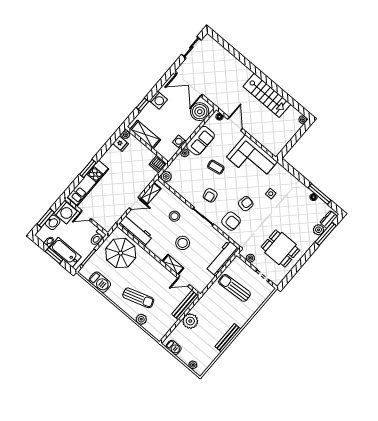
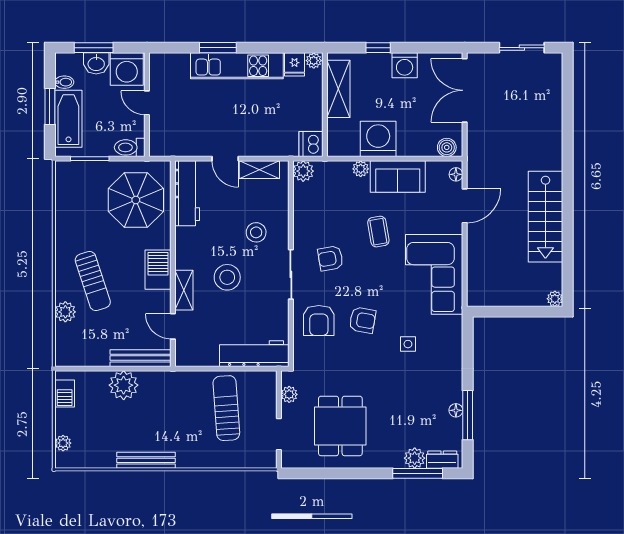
boiler: (200, 112) -> (447, 147), width x0.54, depth x0.54
washing machine: (179, 142) -> (378, 139), width x1.89, depth x1.89
kitchen unit: (88, 183) -> (237, 66), moved
barbecue: (100, 282) -> (158, 270), moved, turned 180

